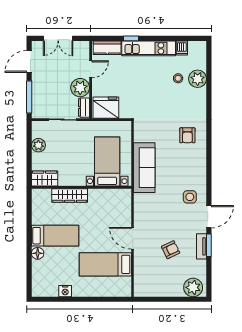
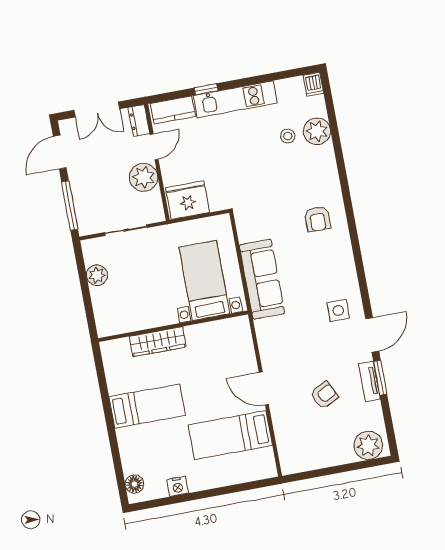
dishwasher: (182, 48) -> (313, 84), moved
dresser: (84, 108) -> (139, 121), moved
wardrobe: (45, 178) -> (115, 323), removed
floor lamp: (38, 253) -> (134, 484), moved

